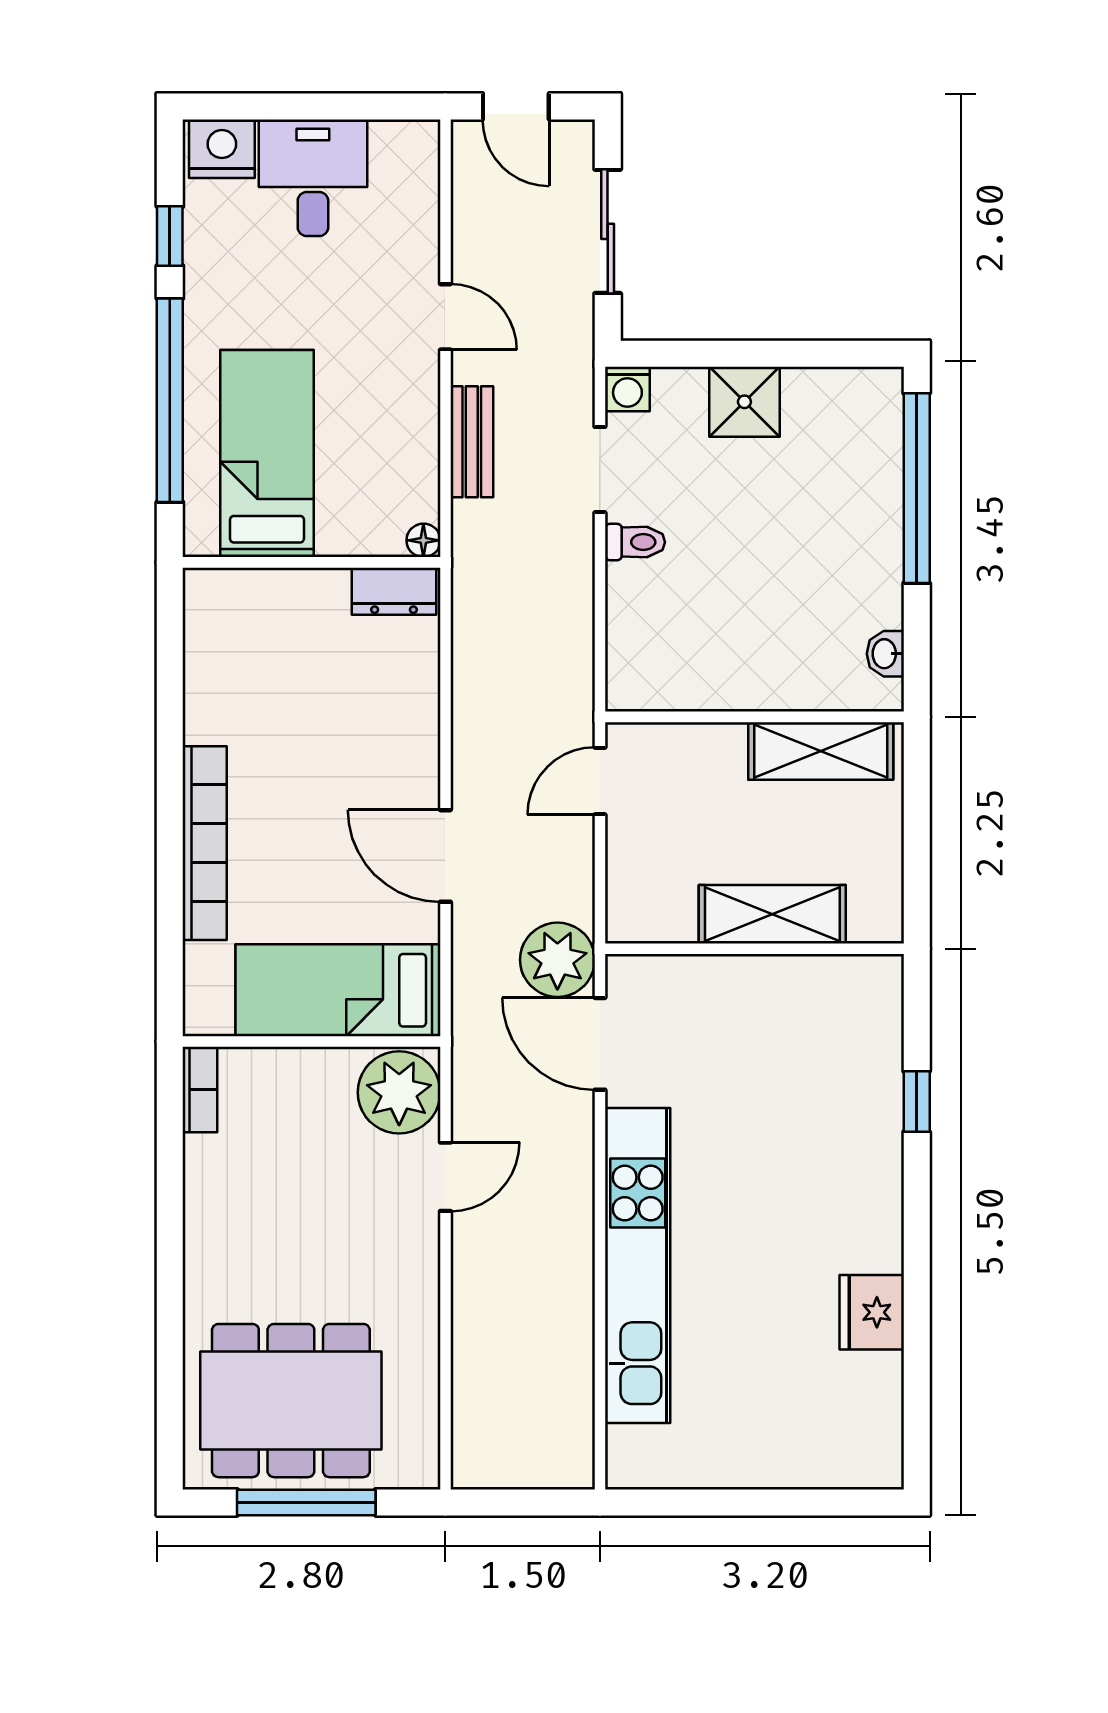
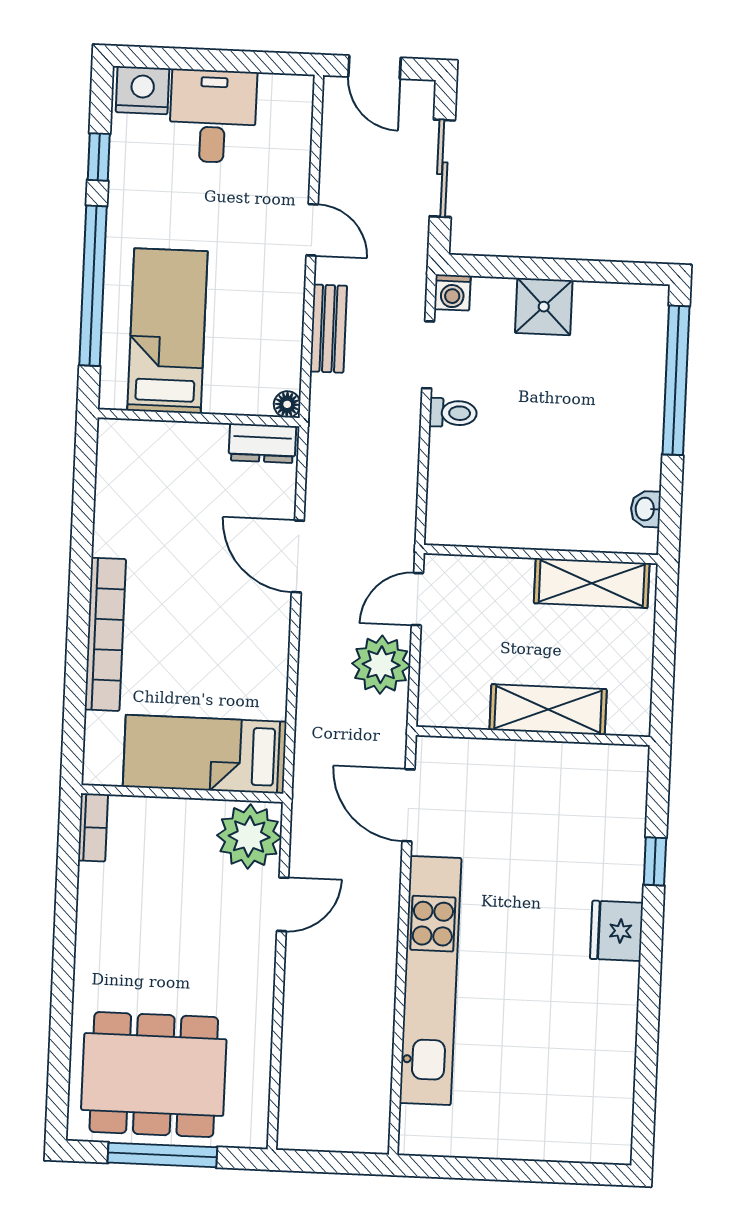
door: (445, 856) -> (298, 556), moved
plant: (557, 960) -> (381, 665), moved
fridge: (872, 1312) -> (616, 931), moved

